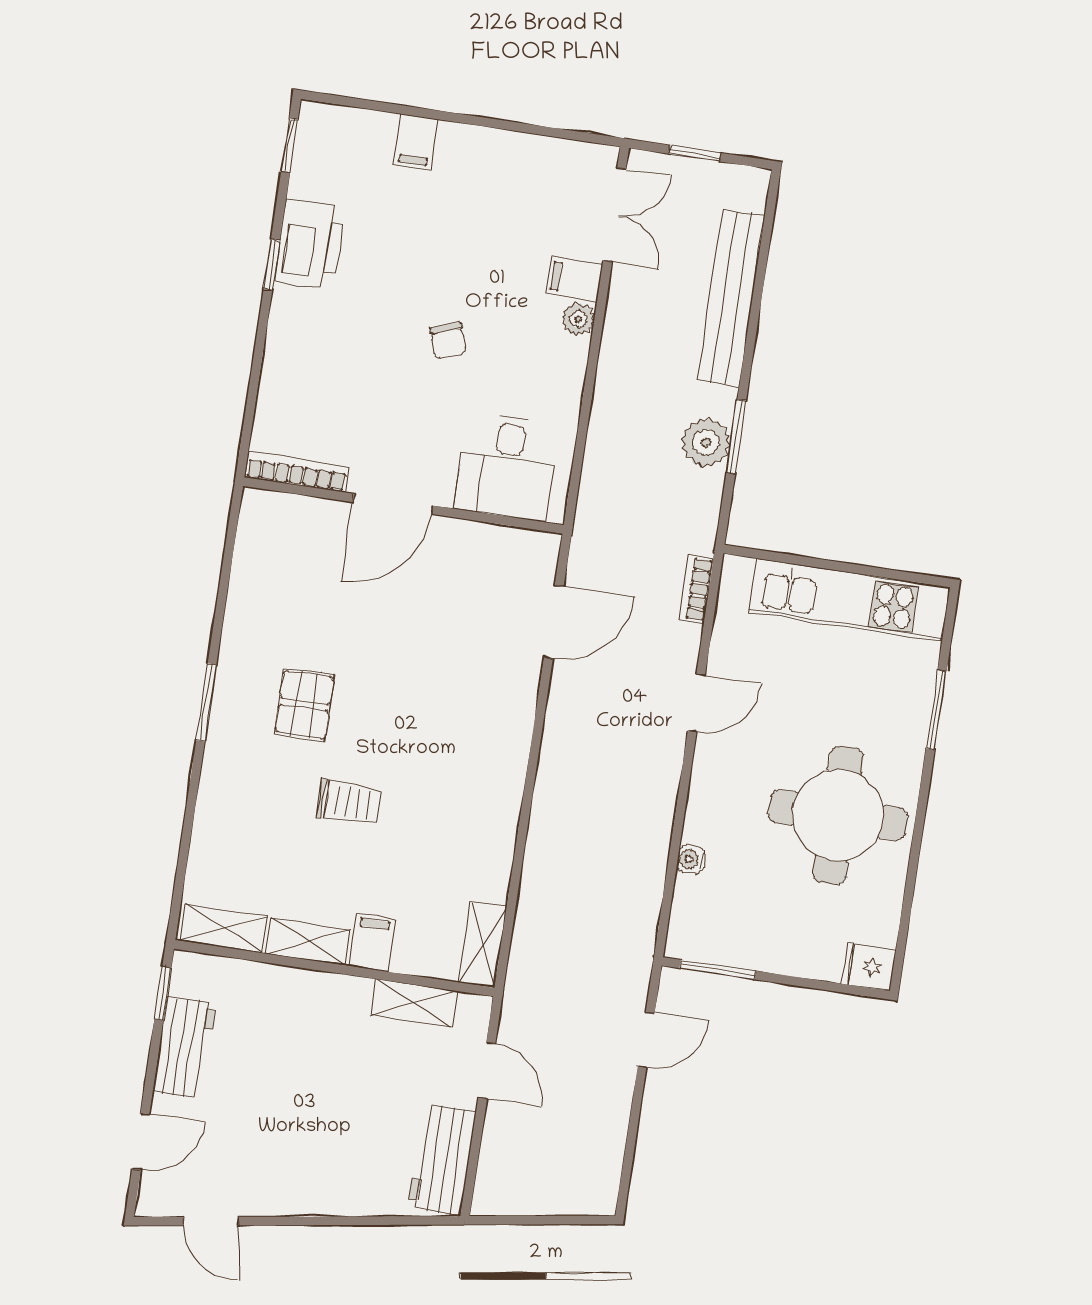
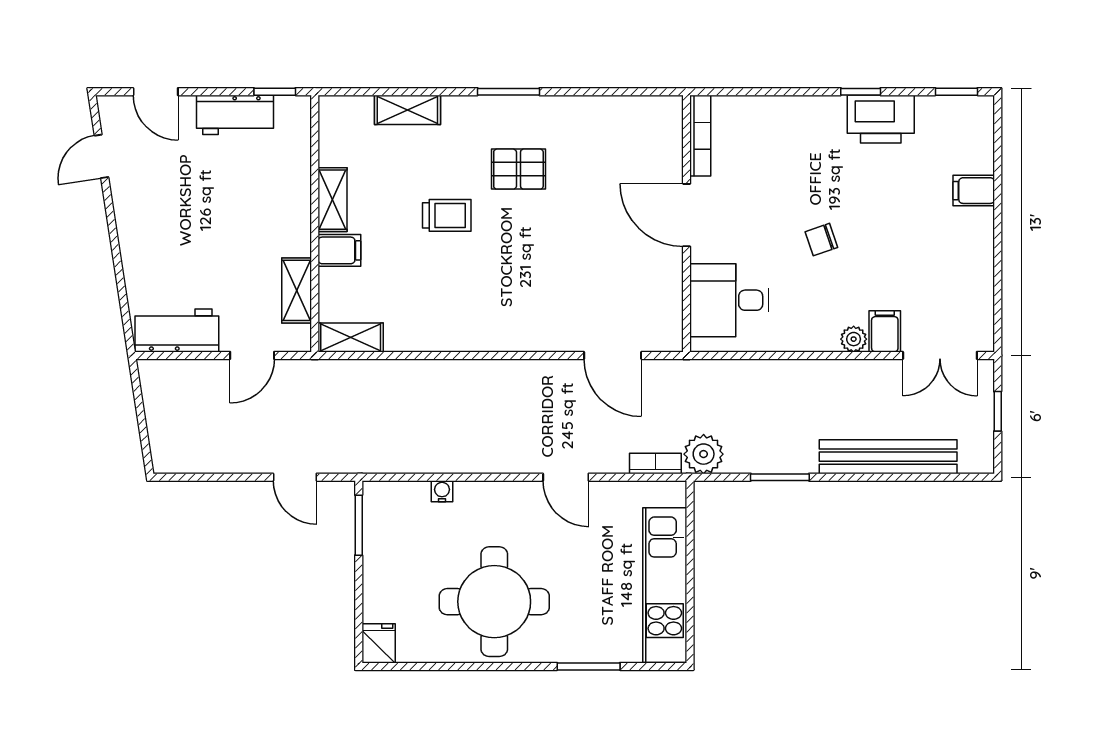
plant: (706, 442) -> (704, 454), moved
trolley: (349, 802) -> (447, 215), turned -90
shelving: (224, 929) -> (407, 110), moved, turned 90

